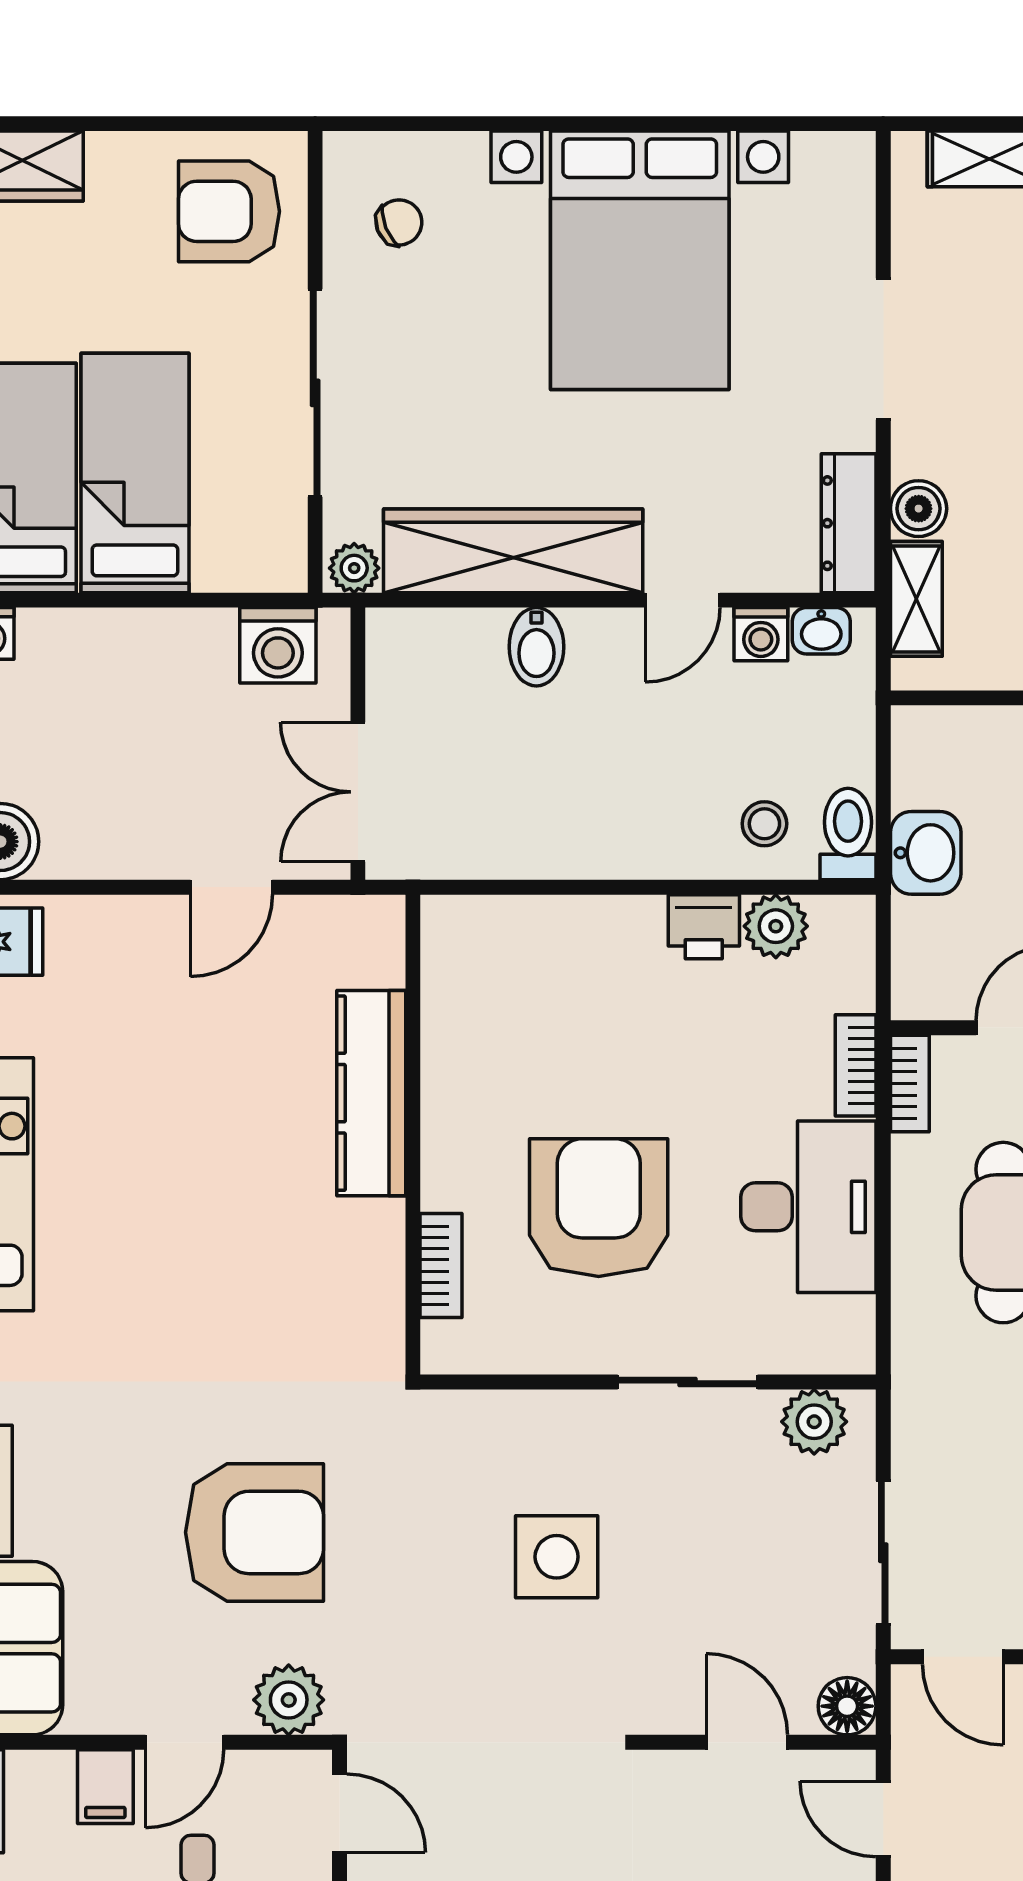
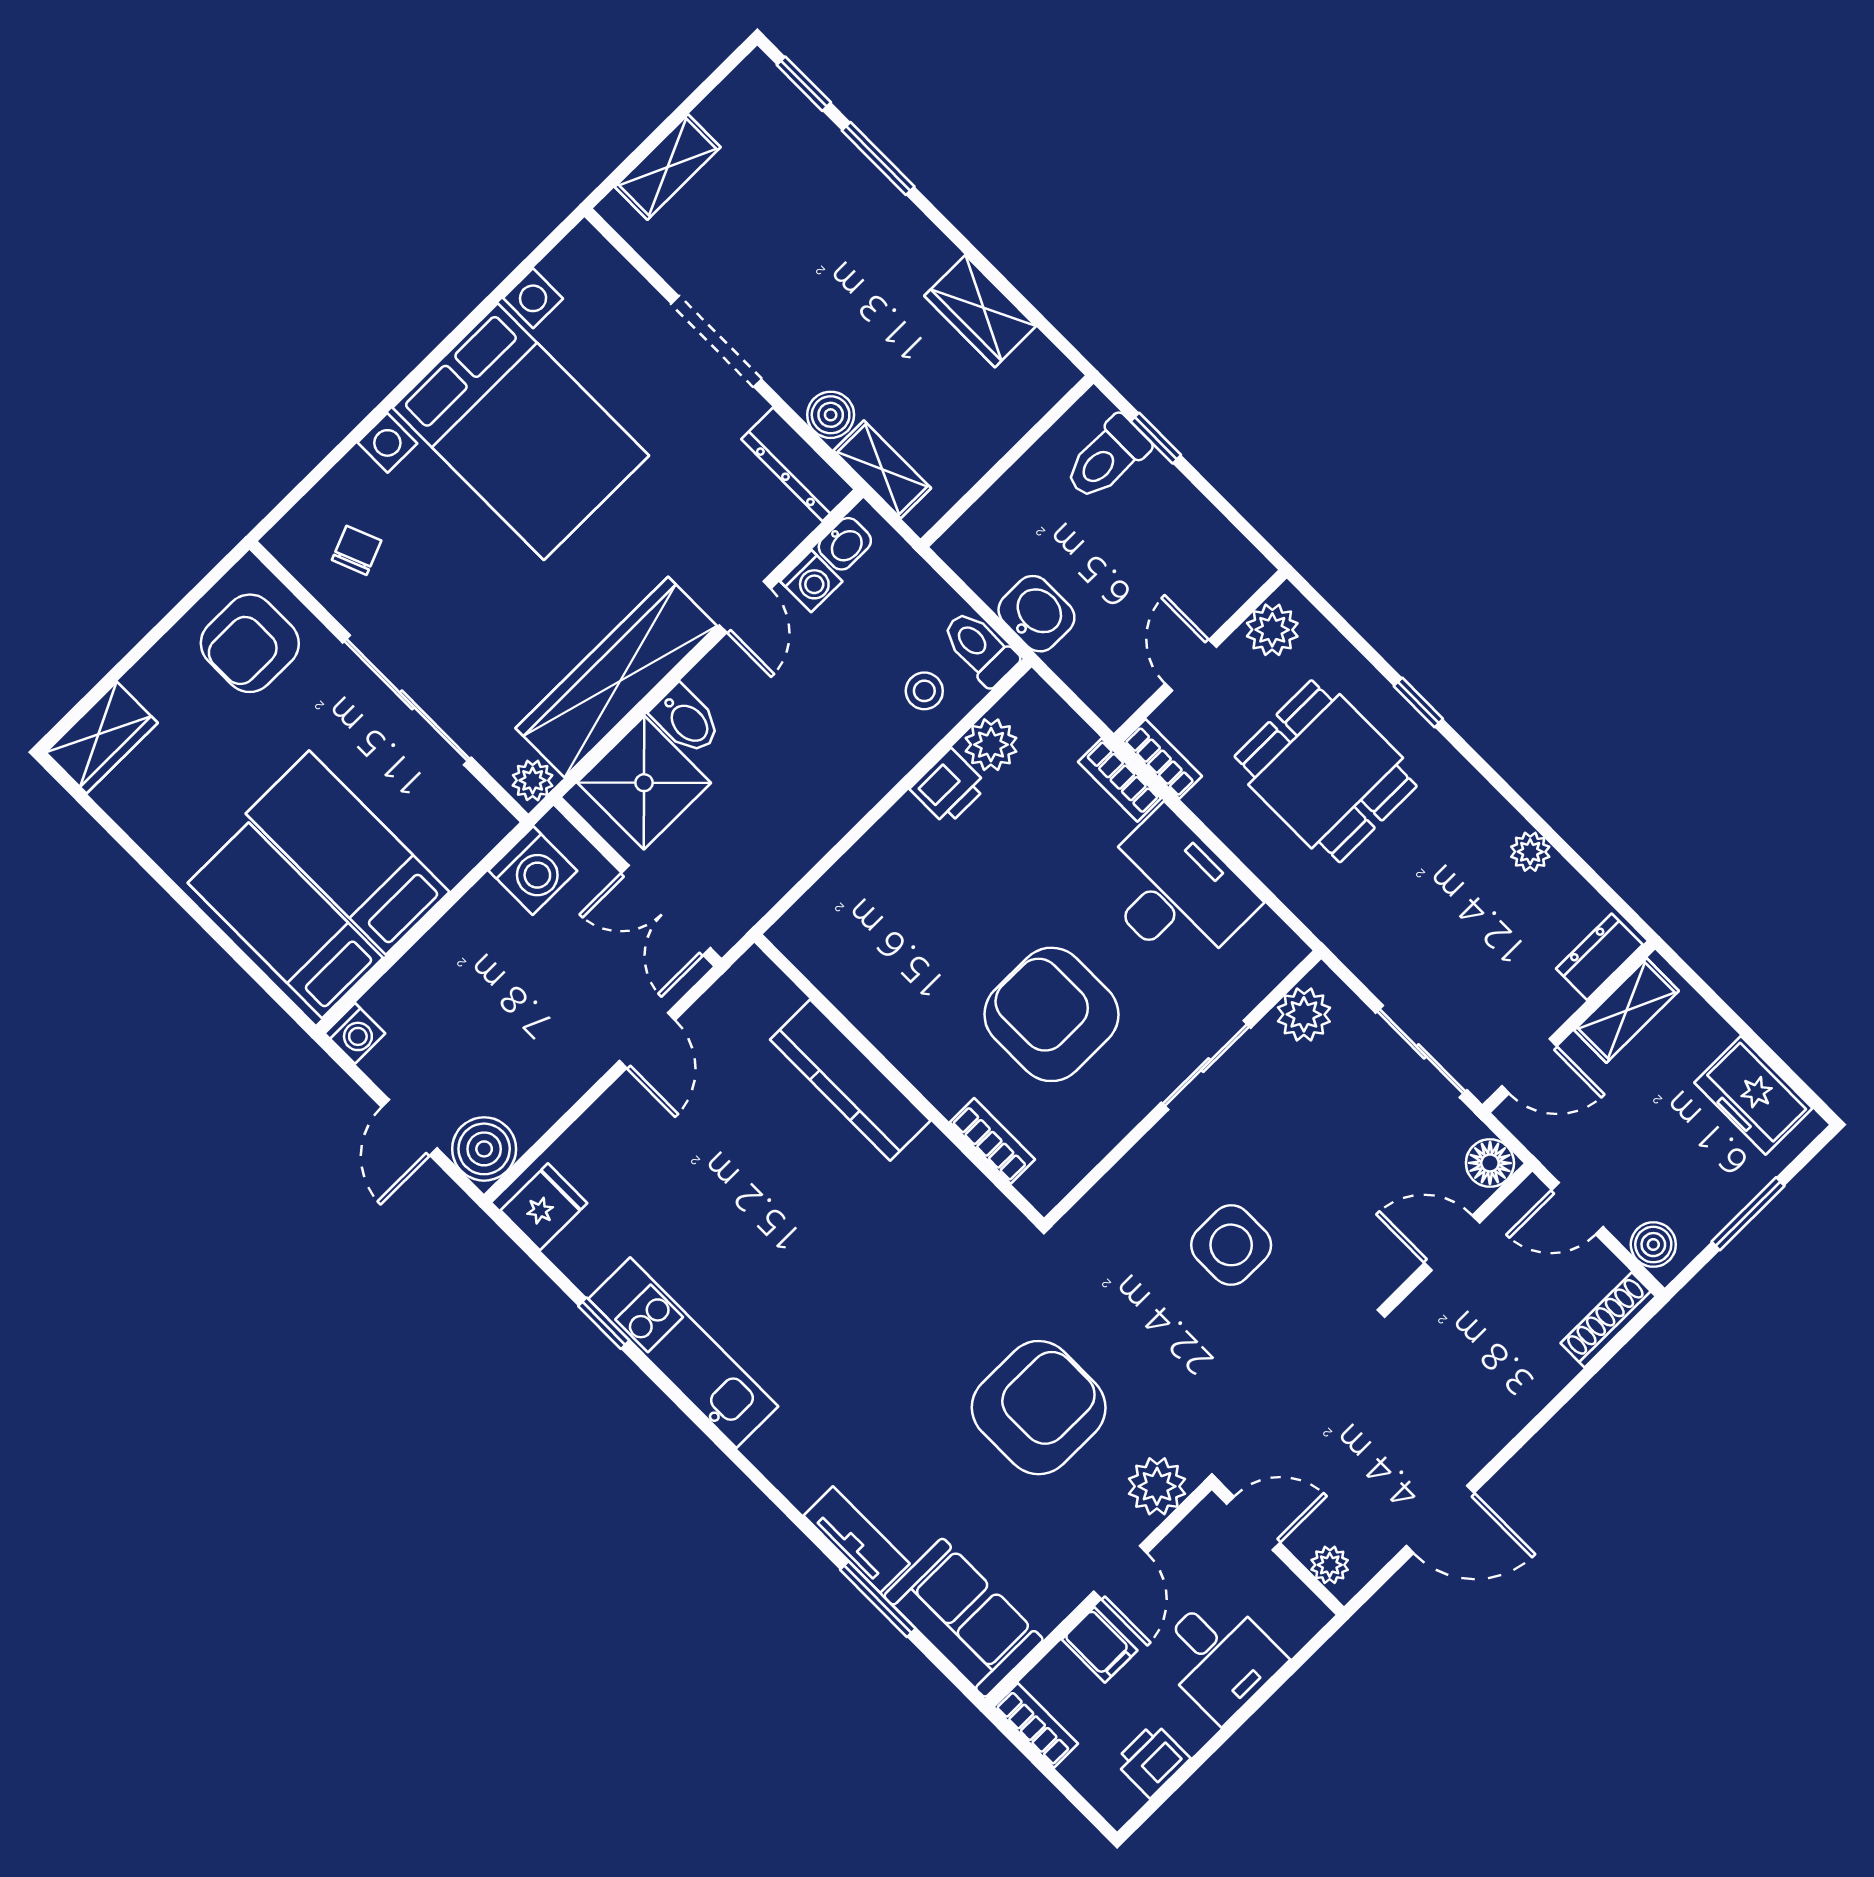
shower: (447, 664) -> (644, 783), added

